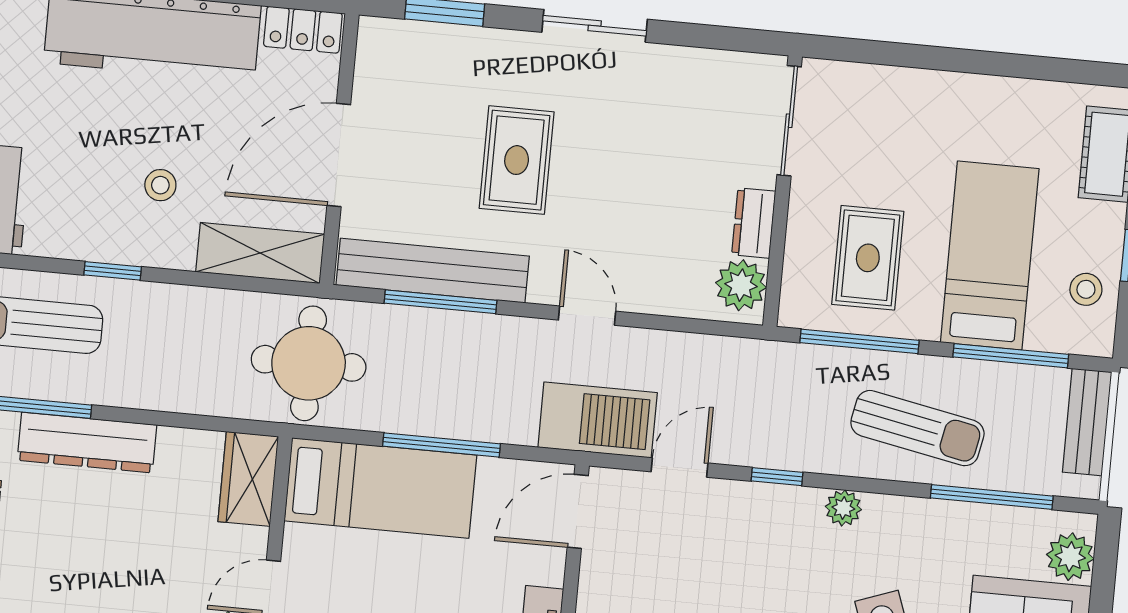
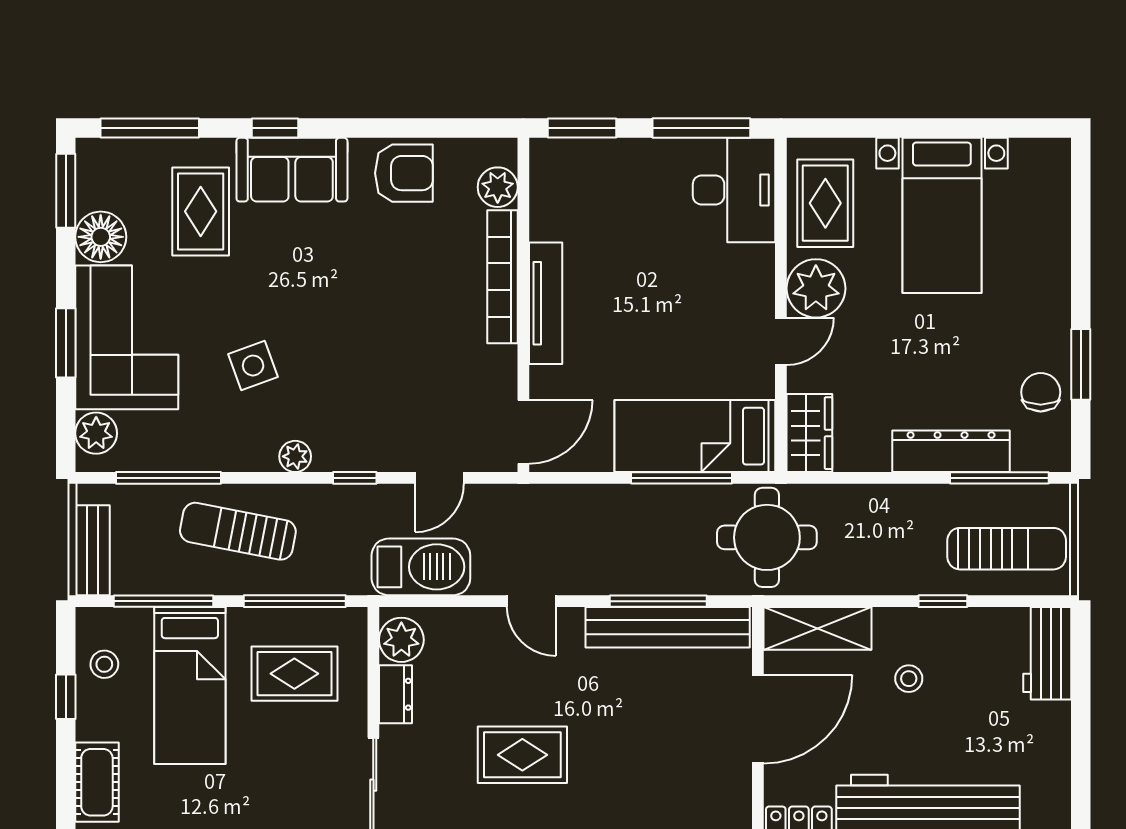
rug: (517, 160) -> (522, 755), moved, turned 90
rug: (868, 258) -> (294, 674), turned 90
barbecue: (598, 420) -> (421, 567), moved, turned 180
window: (441, 445) -> (681, 478), moved

